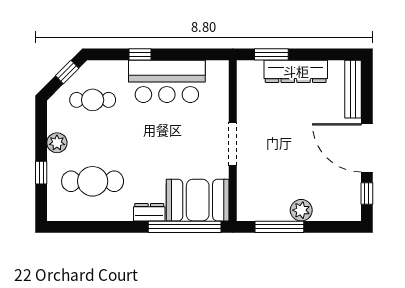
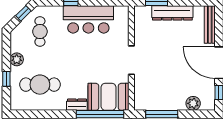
cafe table: (93, 100) -> (40, 31), turned 90
plant: (301, 210) -> (193, 103), moved

